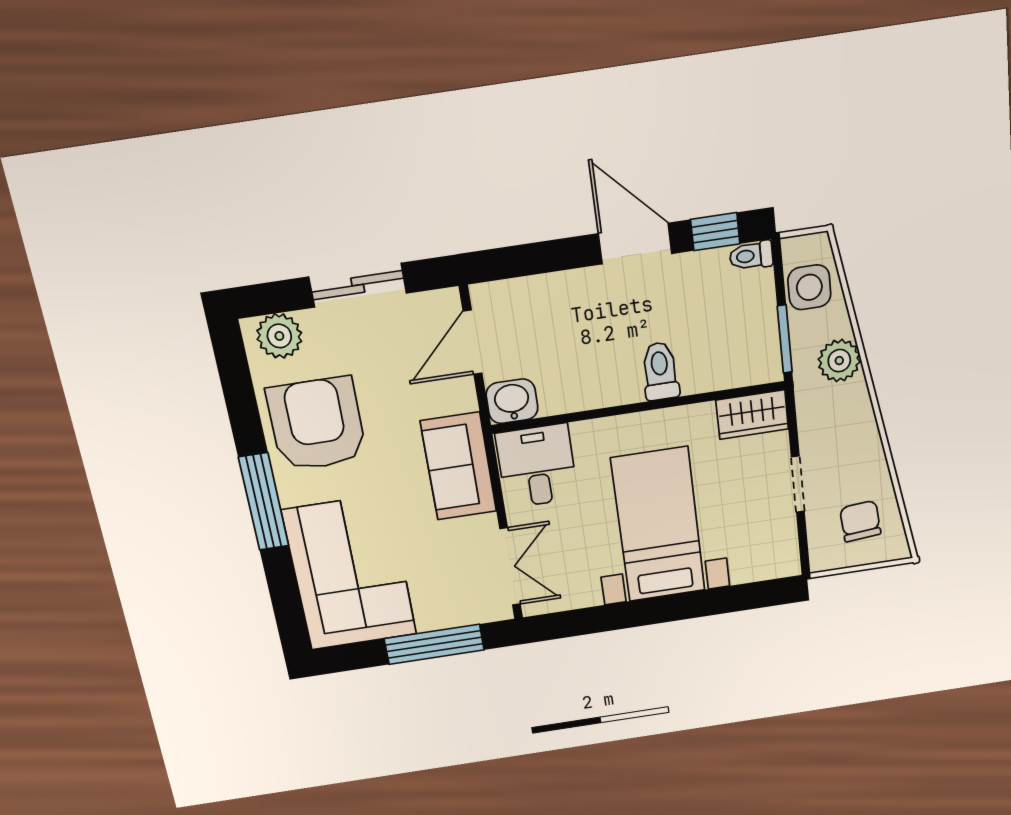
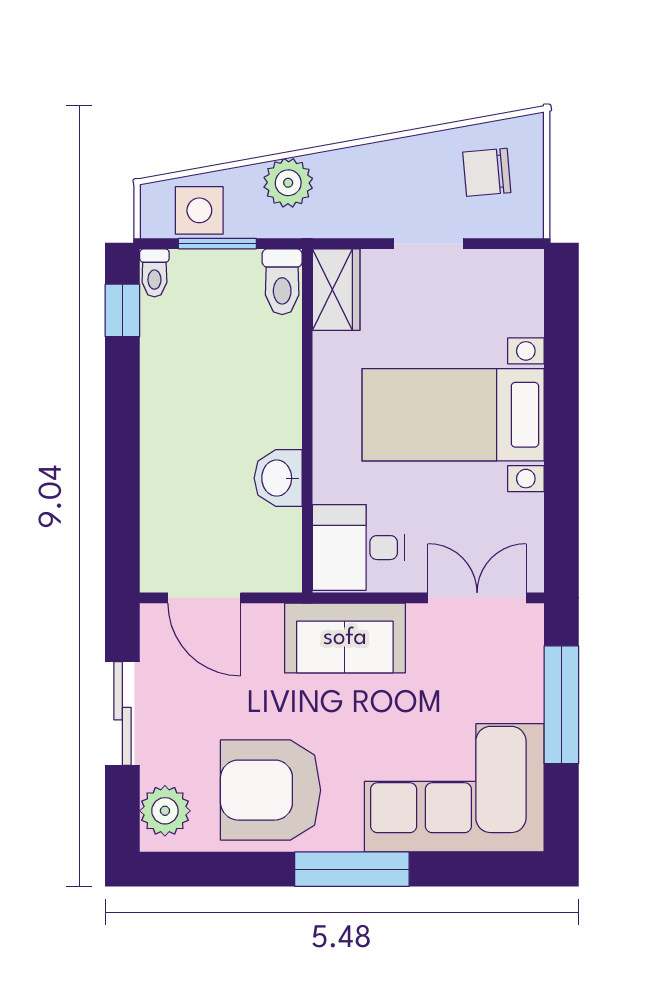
door: (635, 244) -> (122, 401), removed
window: (785, 339) -> (217, 244), moved
toilet: (660, 371) -> (282, 282), moved, turned -90
washbasin: (512, 401) -> (278, 478), moved

